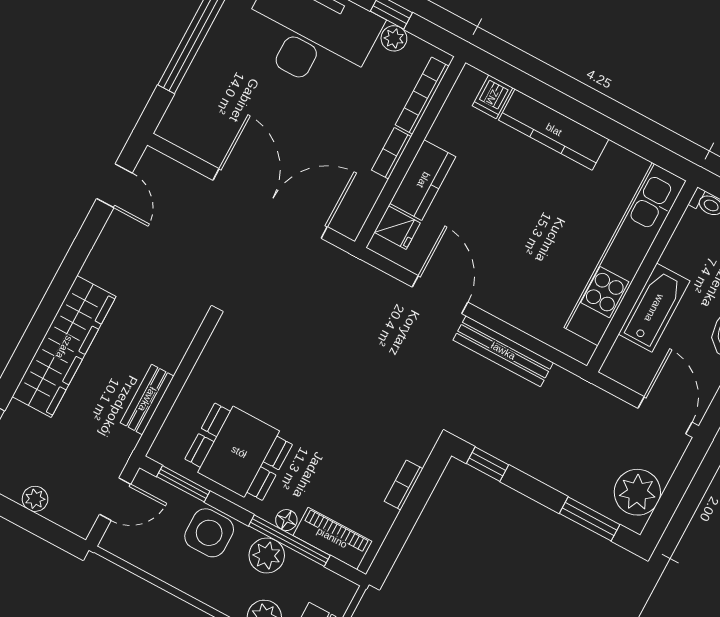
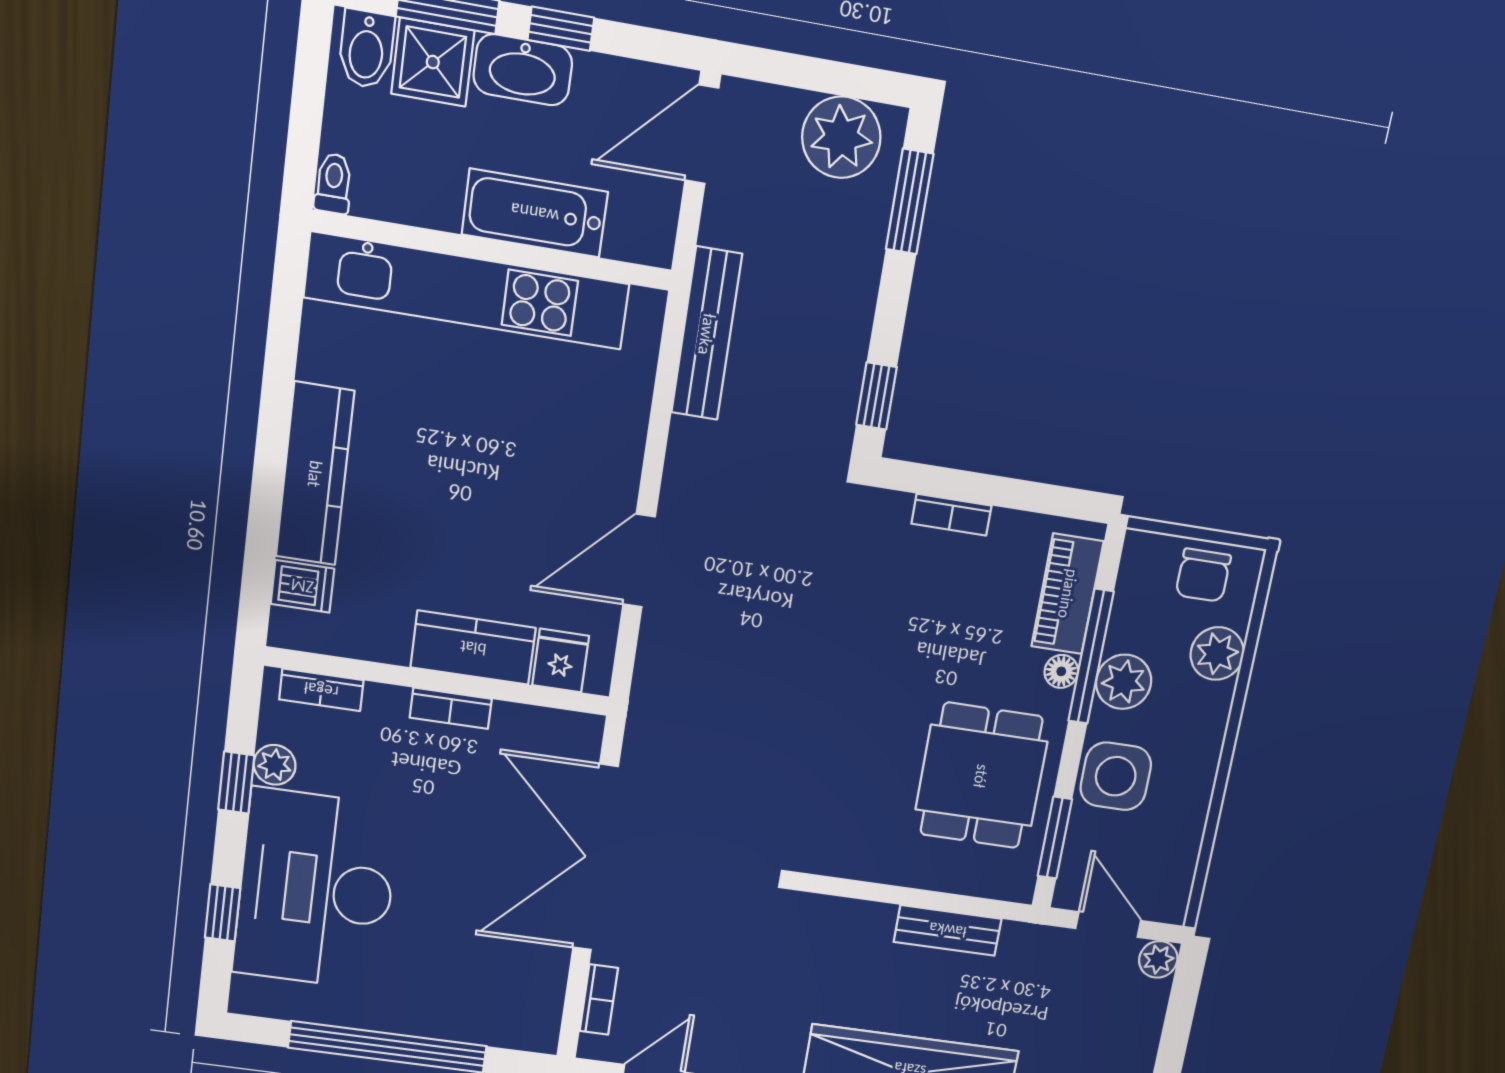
bookcase: (422, 96) -> (321, 690), width x0.64
bookcase: (179, 172) -> (599, 1000), added
bench: (503, 351) -> (707, 334), moved
plant: (35, 499) -> (1158, 959), moved

